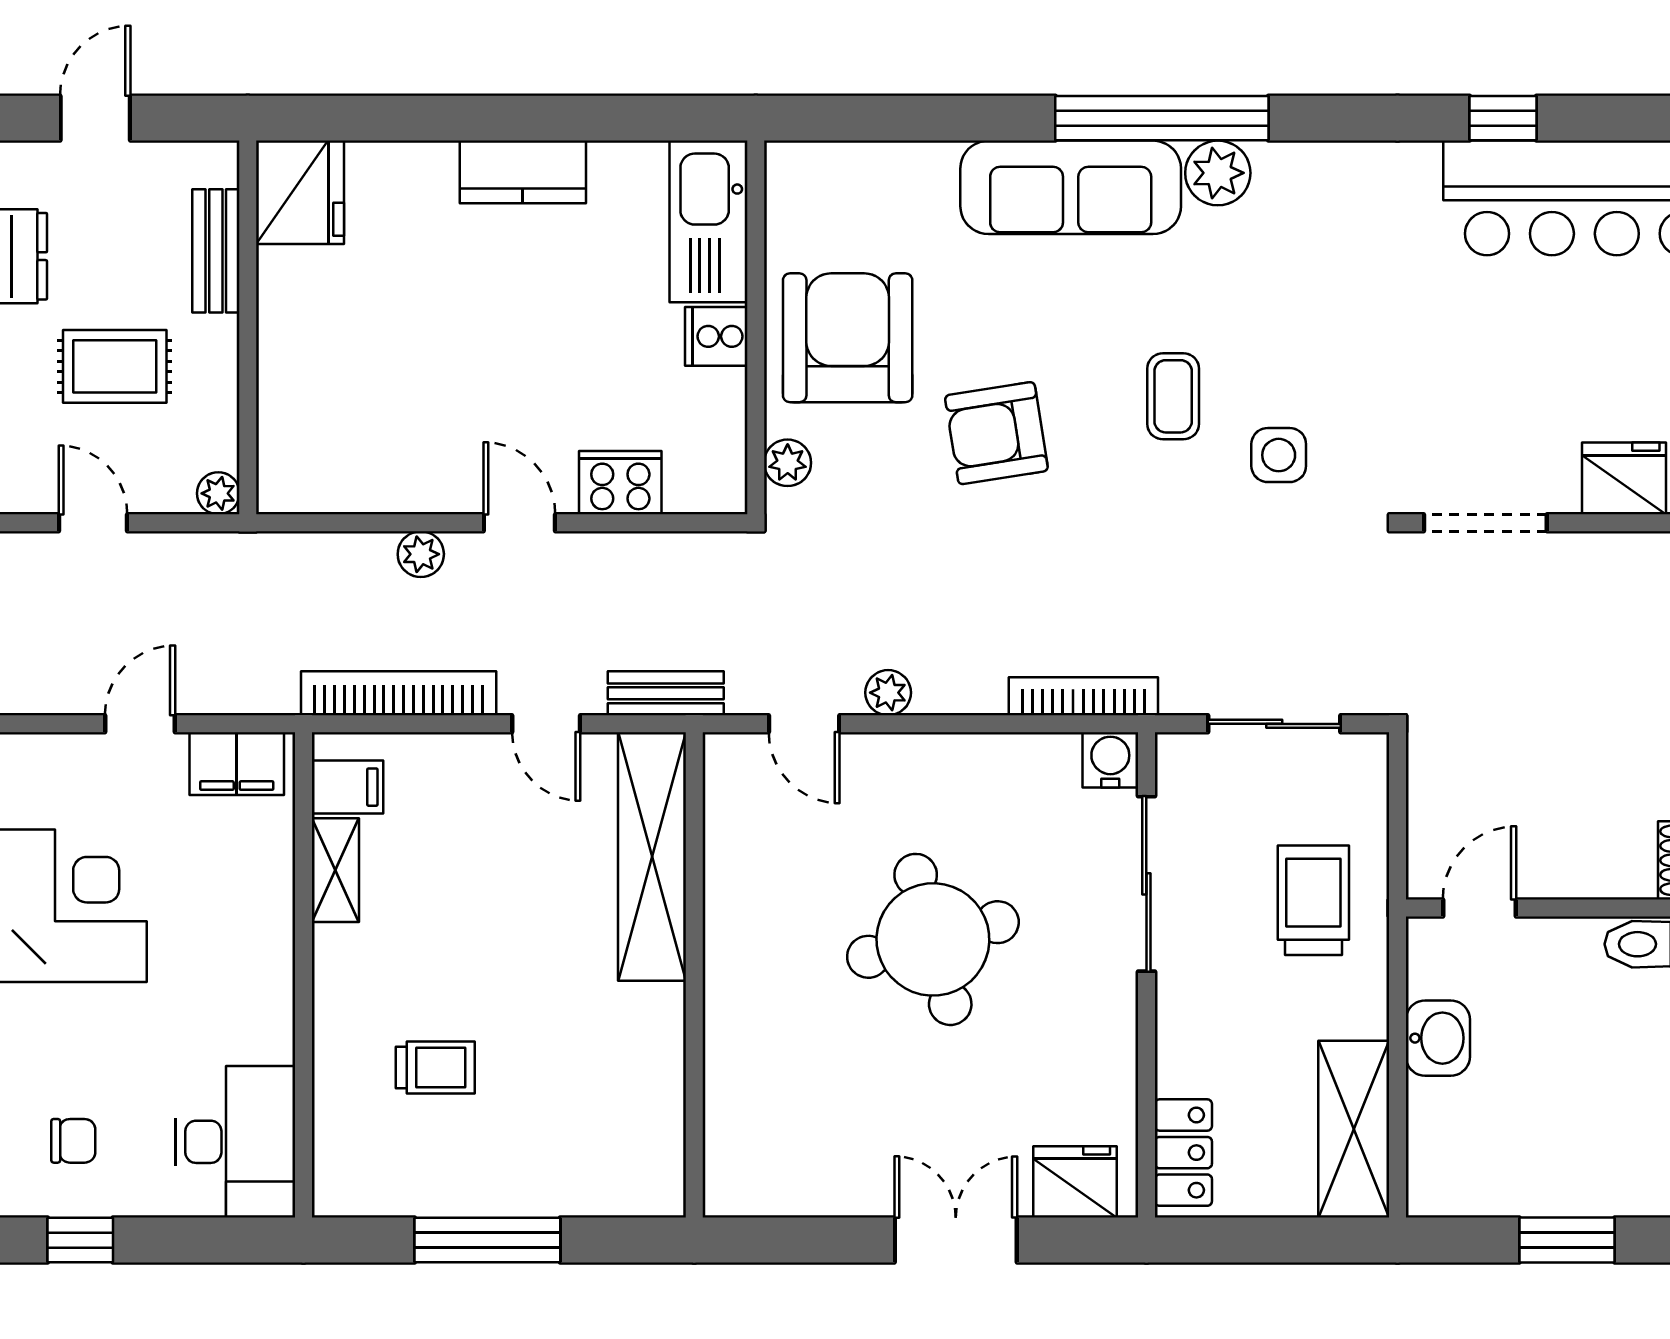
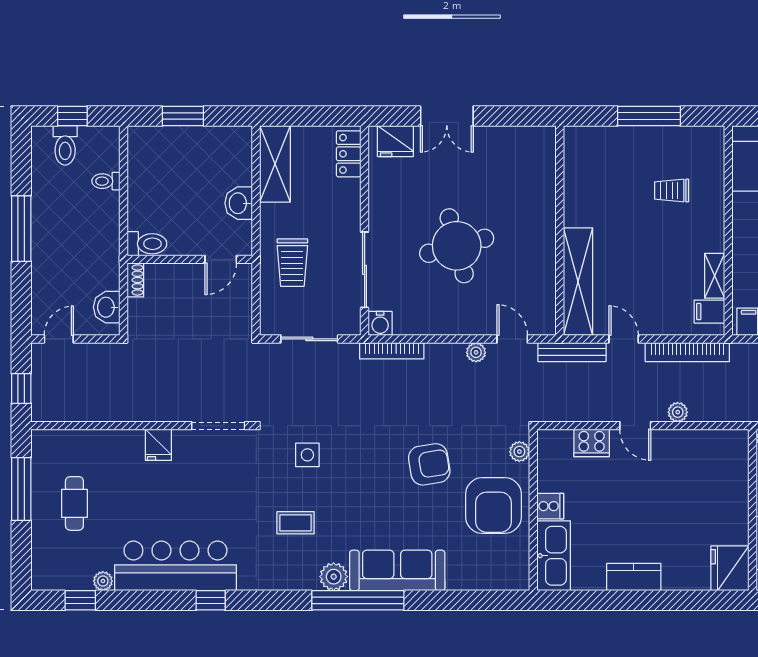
coffee table: (1173, 396) -> (296, 523), moved, turned 90
fridge: (1624, 478) -> (158, 445), width x0.72
bench: (666, 693) -> (572, 352), width x1.36

